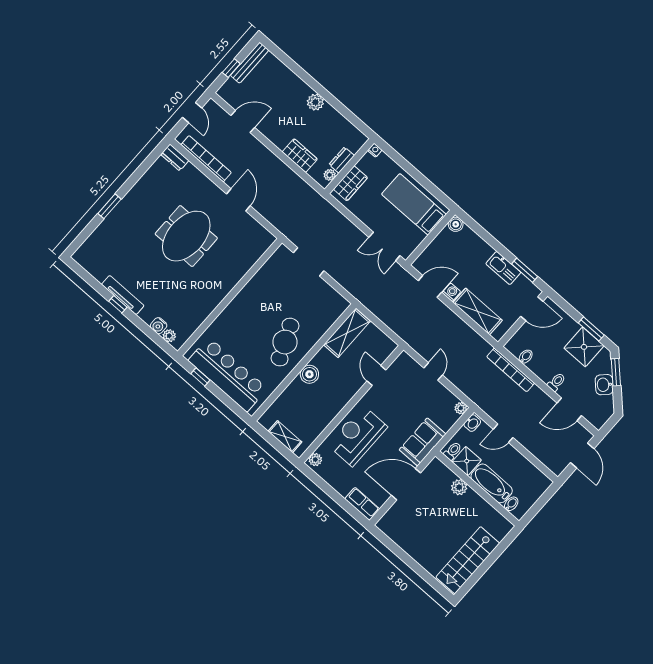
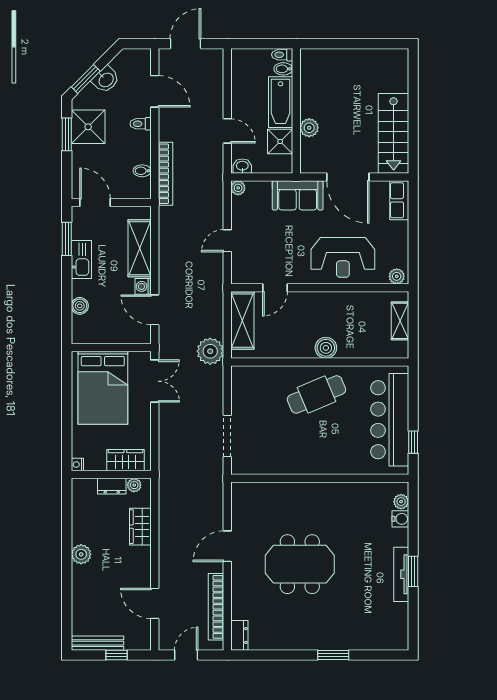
bed: (414, 204) -> (103, 388), width x1.50
boiler: (456, 224) -> (80, 306), moved
plant: (372, 299) -> (210, 351), added
window: (118, 304) -> (413, 571), width x1.50
shelving: (347, 333) -> (242, 321), moved, turned 90
toilet: (453, 451) -> (282, 55), moved
stairs: (468, 560) -> (394, 133), moved, turned 90

